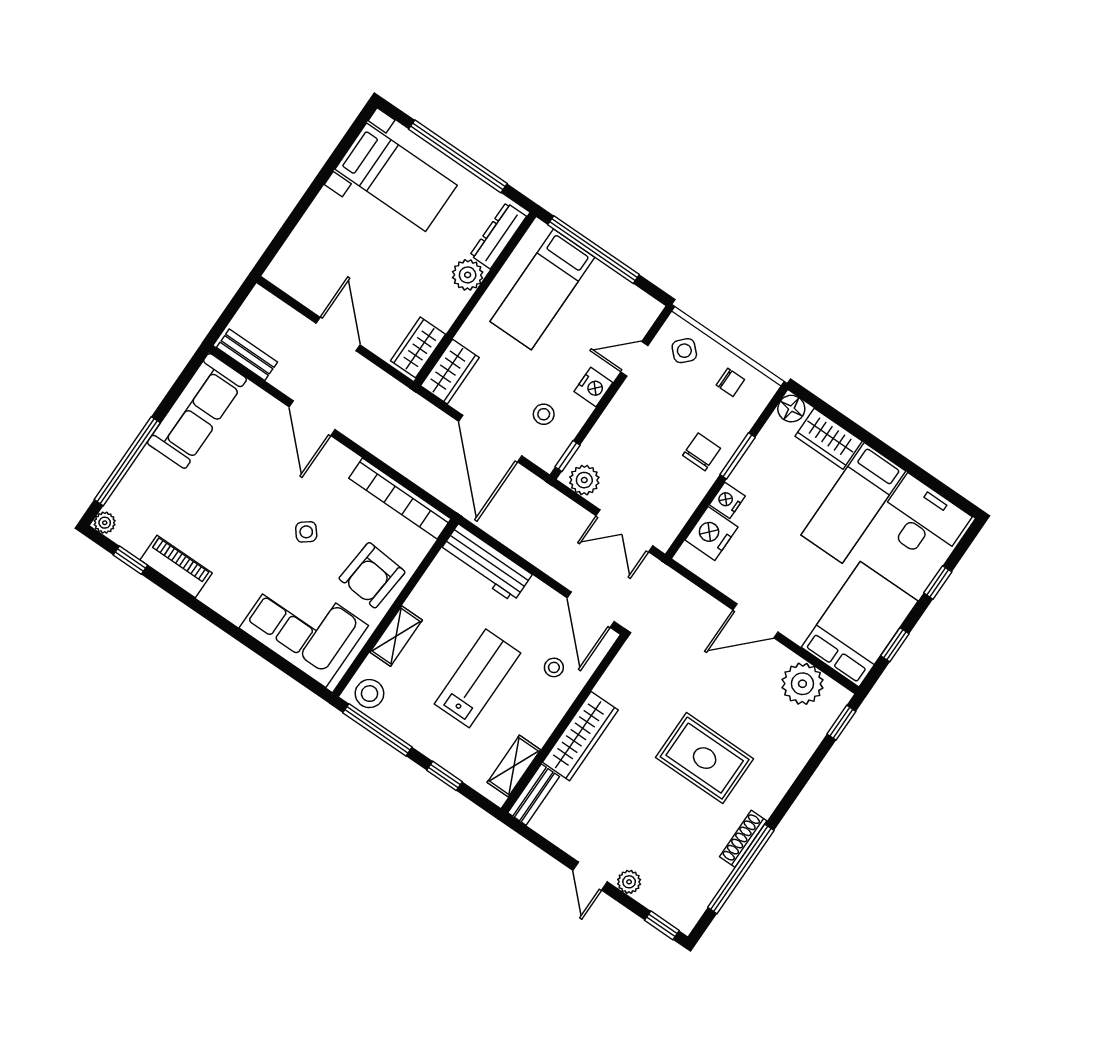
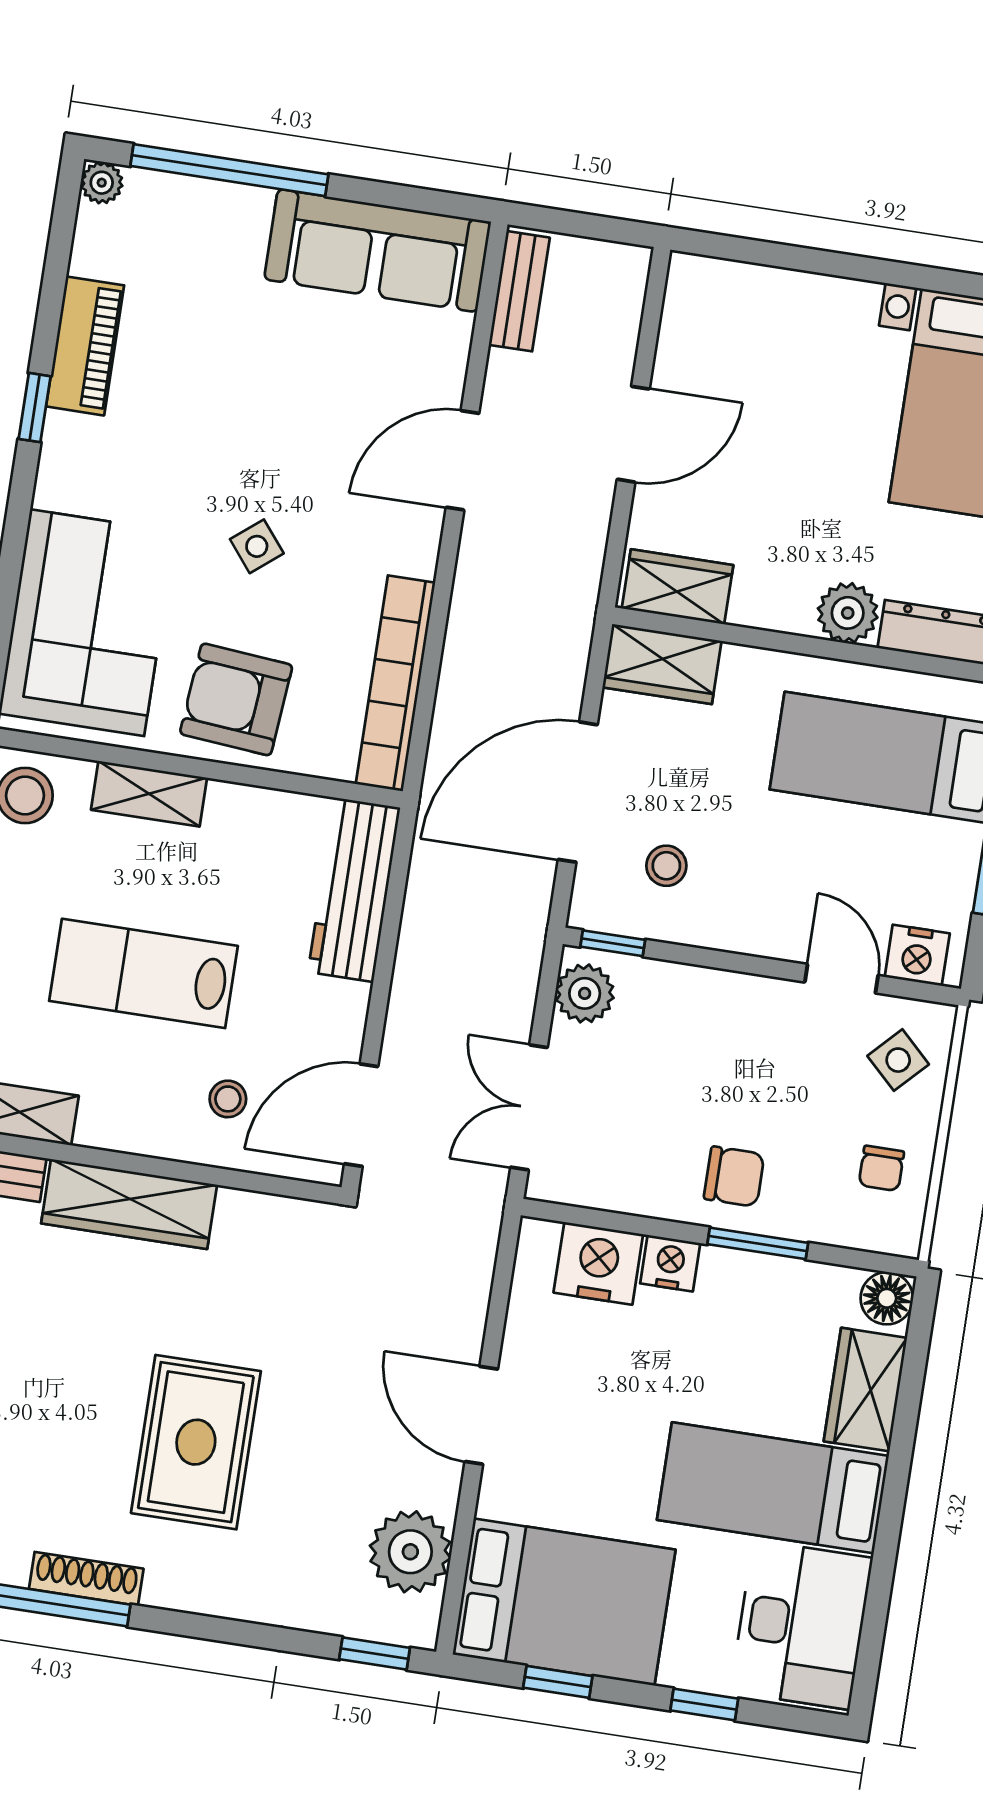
nightstand: (593, 387) -> (917, 955), moved
window: (130, 560) -> (35, 408), moved
lab bench: (478, 678) -> (144, 973), turned 180

